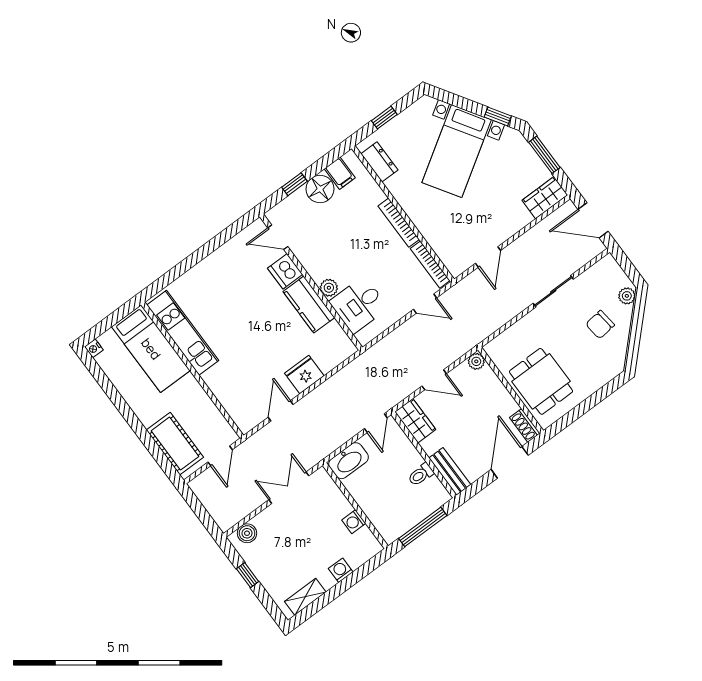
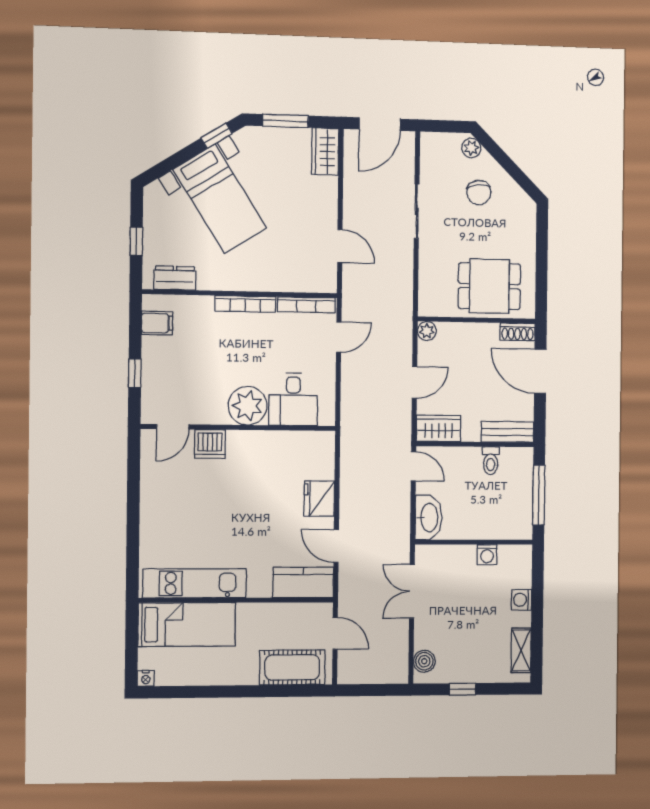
floor lamp: (320, 189) -> (158, 353), removed
plant: (329, 288) -> (248, 406), width x1.88, depth x1.88
kitchen counter: (309, 305) -> (303, 582), moved, turned 180

